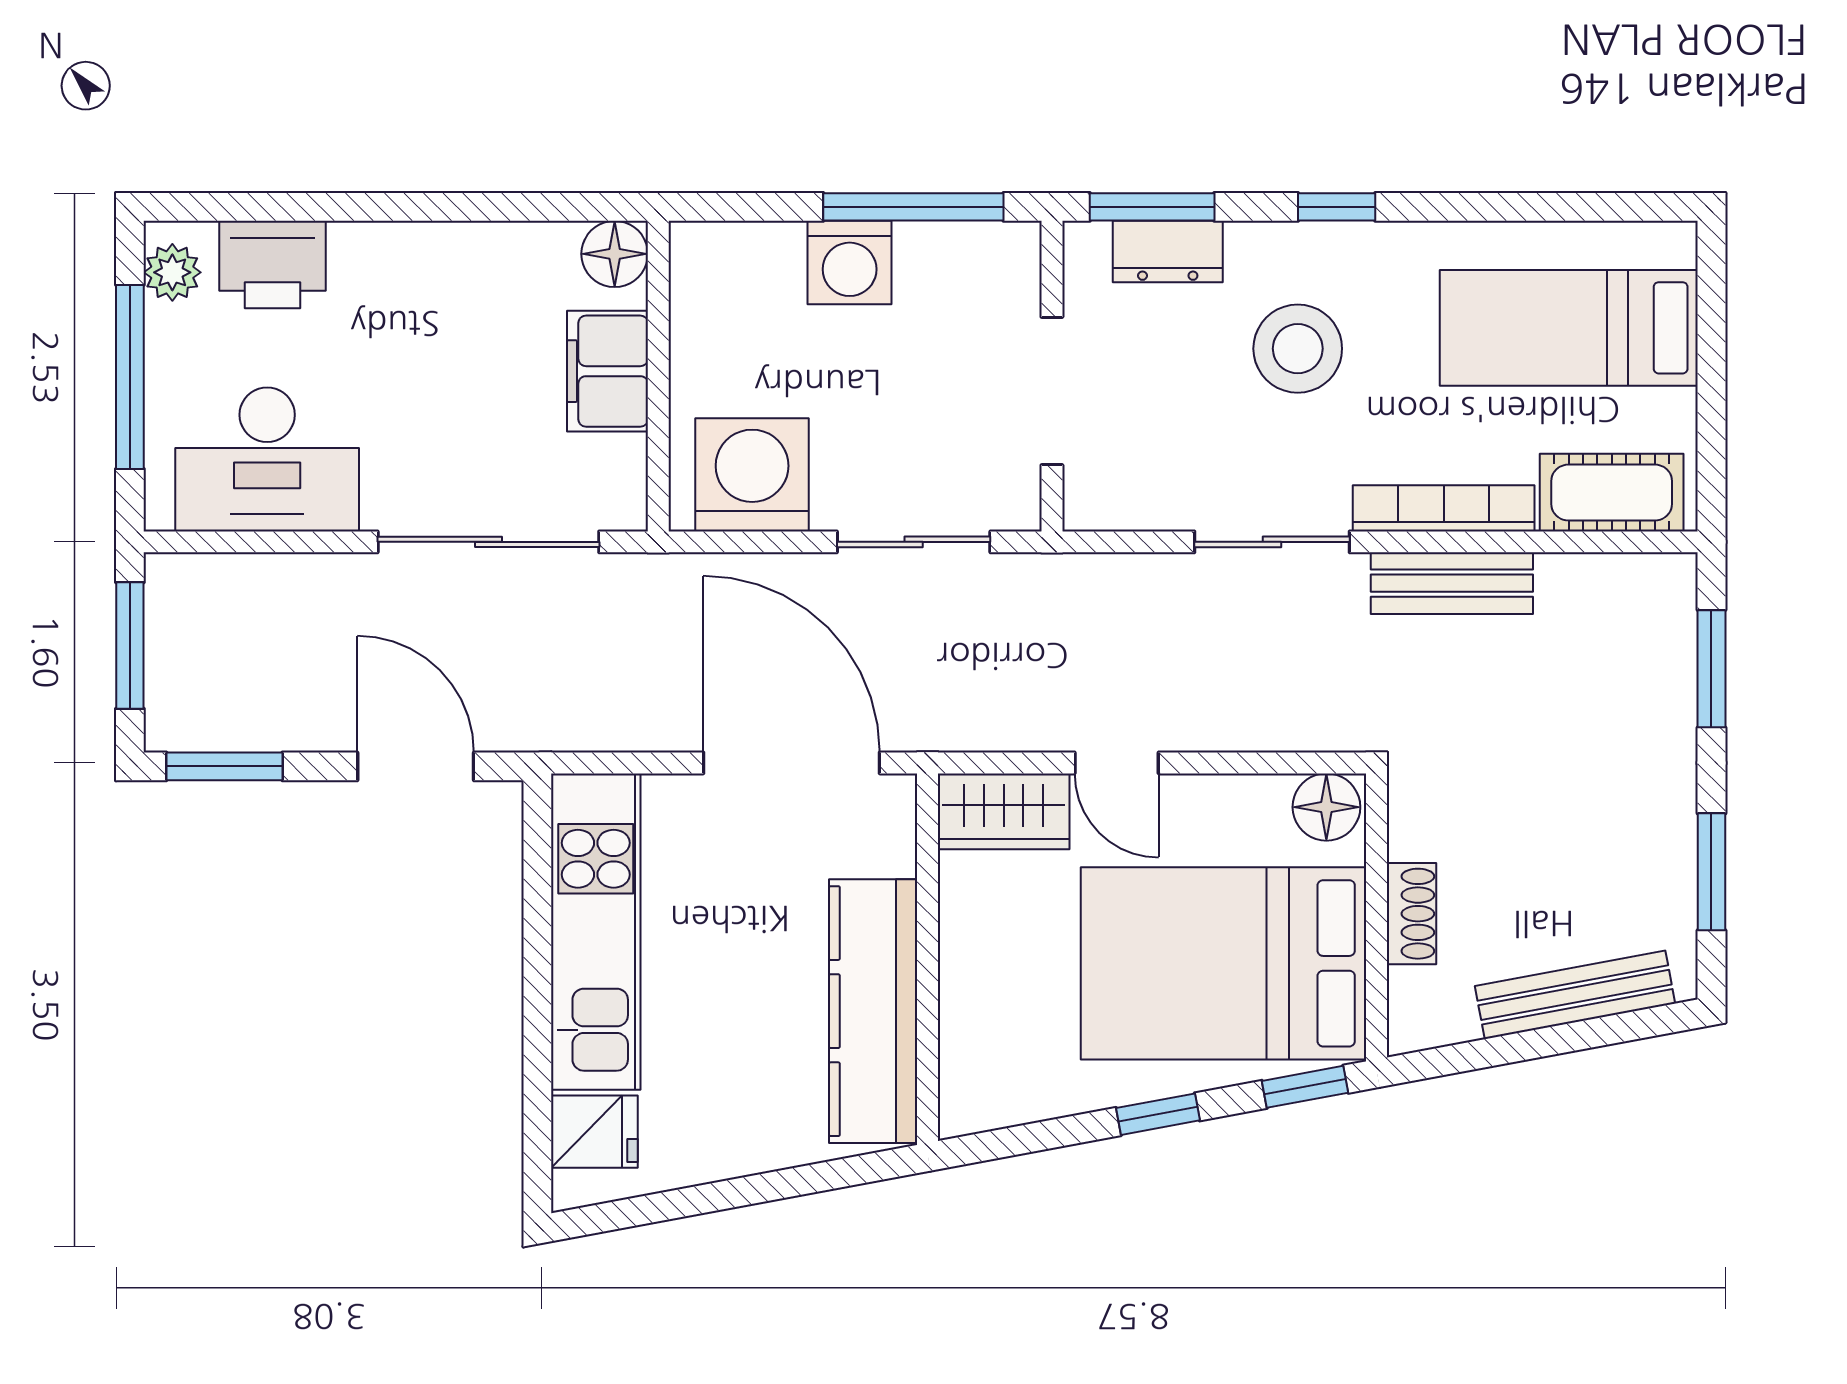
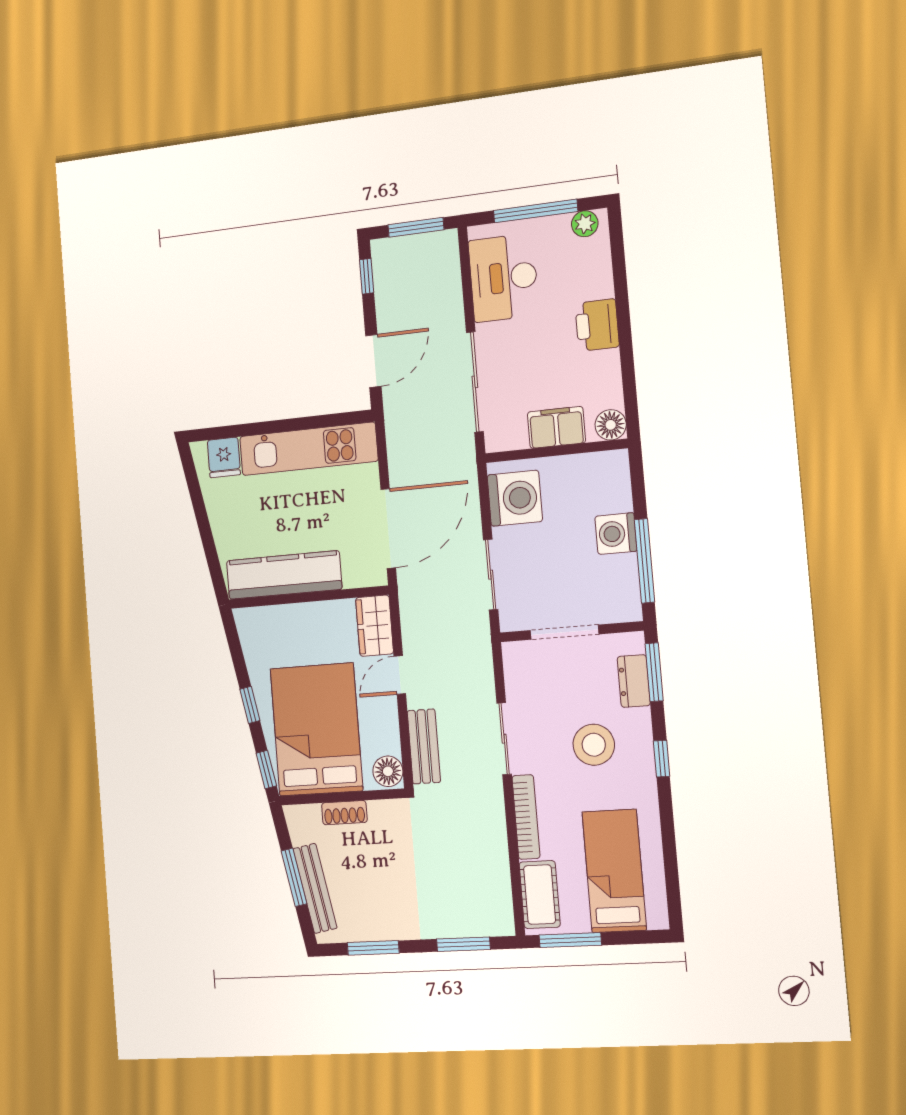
printer: (273, 265) -> (597, 325), moved
window: (1711, 434) -> (570, 940), added
bench: (1452, 583) -> (424, 746), moved
window: (224, 766) -> (367, 276), width x0.67
window: (1548, 1041) -> (294, 877), added

